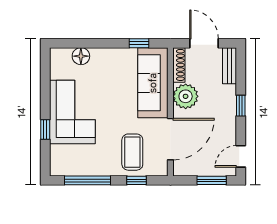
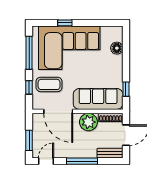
window: (241, 106) -> (82, 161), width x2.17
corner sofa: (72, 112) -> (69, 48), width x1.36, depth x1.36
door: (241, 156) -> (46, 161), hinge flipped

